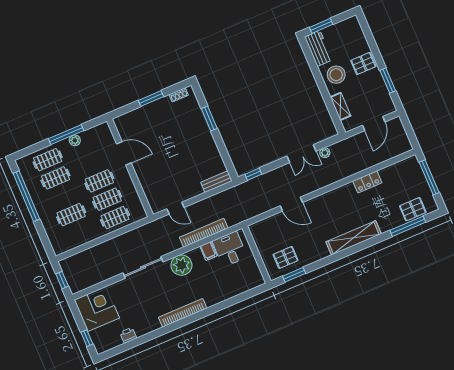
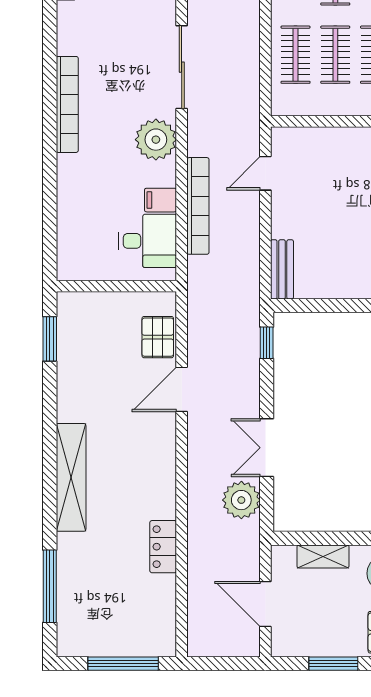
plant: (325, 153) -> (241, 500), width x1.87, depth x1.87
pallet: (413, 209) -> (77, 609), removed
pallet: (286, 257) -> (158, 337), moved

